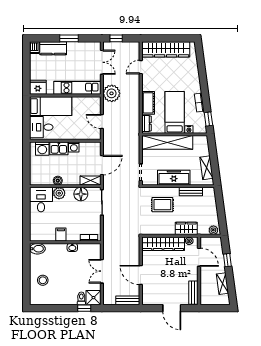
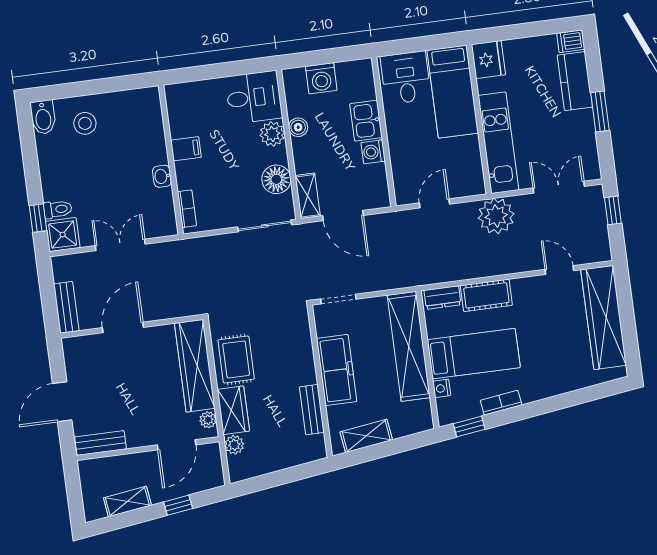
double door: (102, 62) -> (559, 187), swing flipped
washing machine: (42, 149) -> (321, 78), moved, turned -90
rug: (162, 205) -> (236, 359), moved
plant: (213, 230) -> (234, 445), moved
bidet: (37, 249) -> (43, 117), moved

